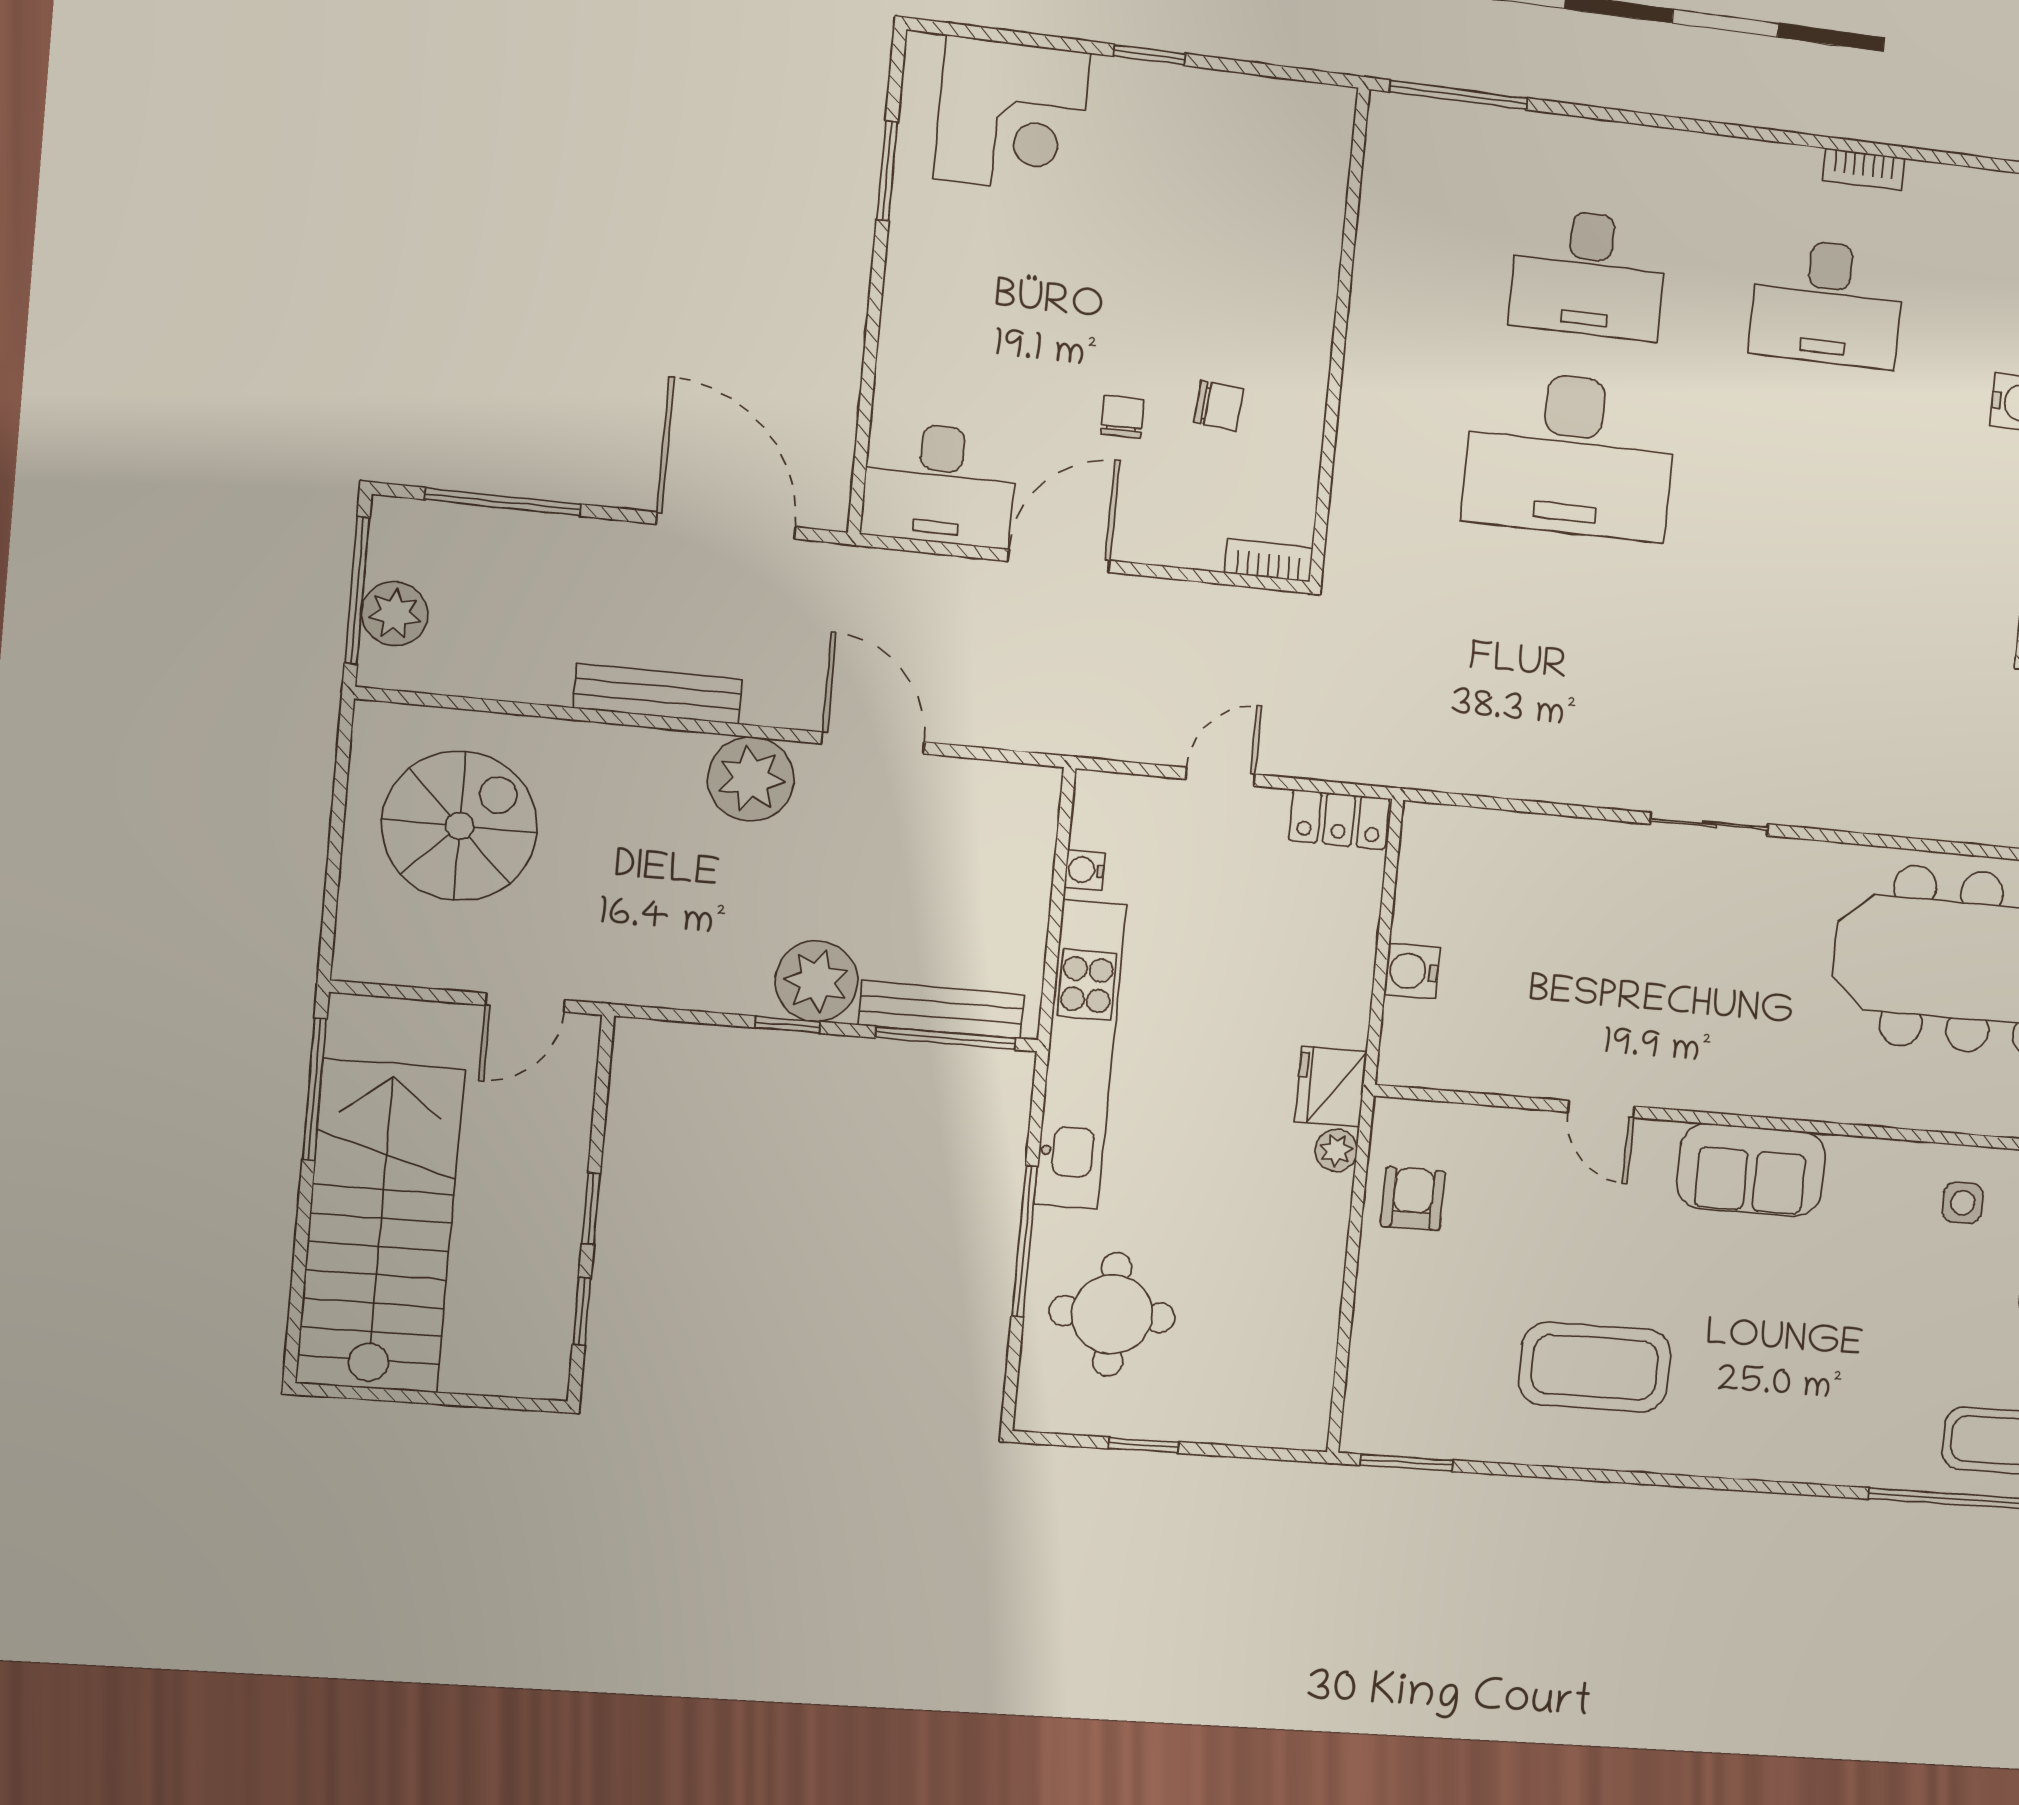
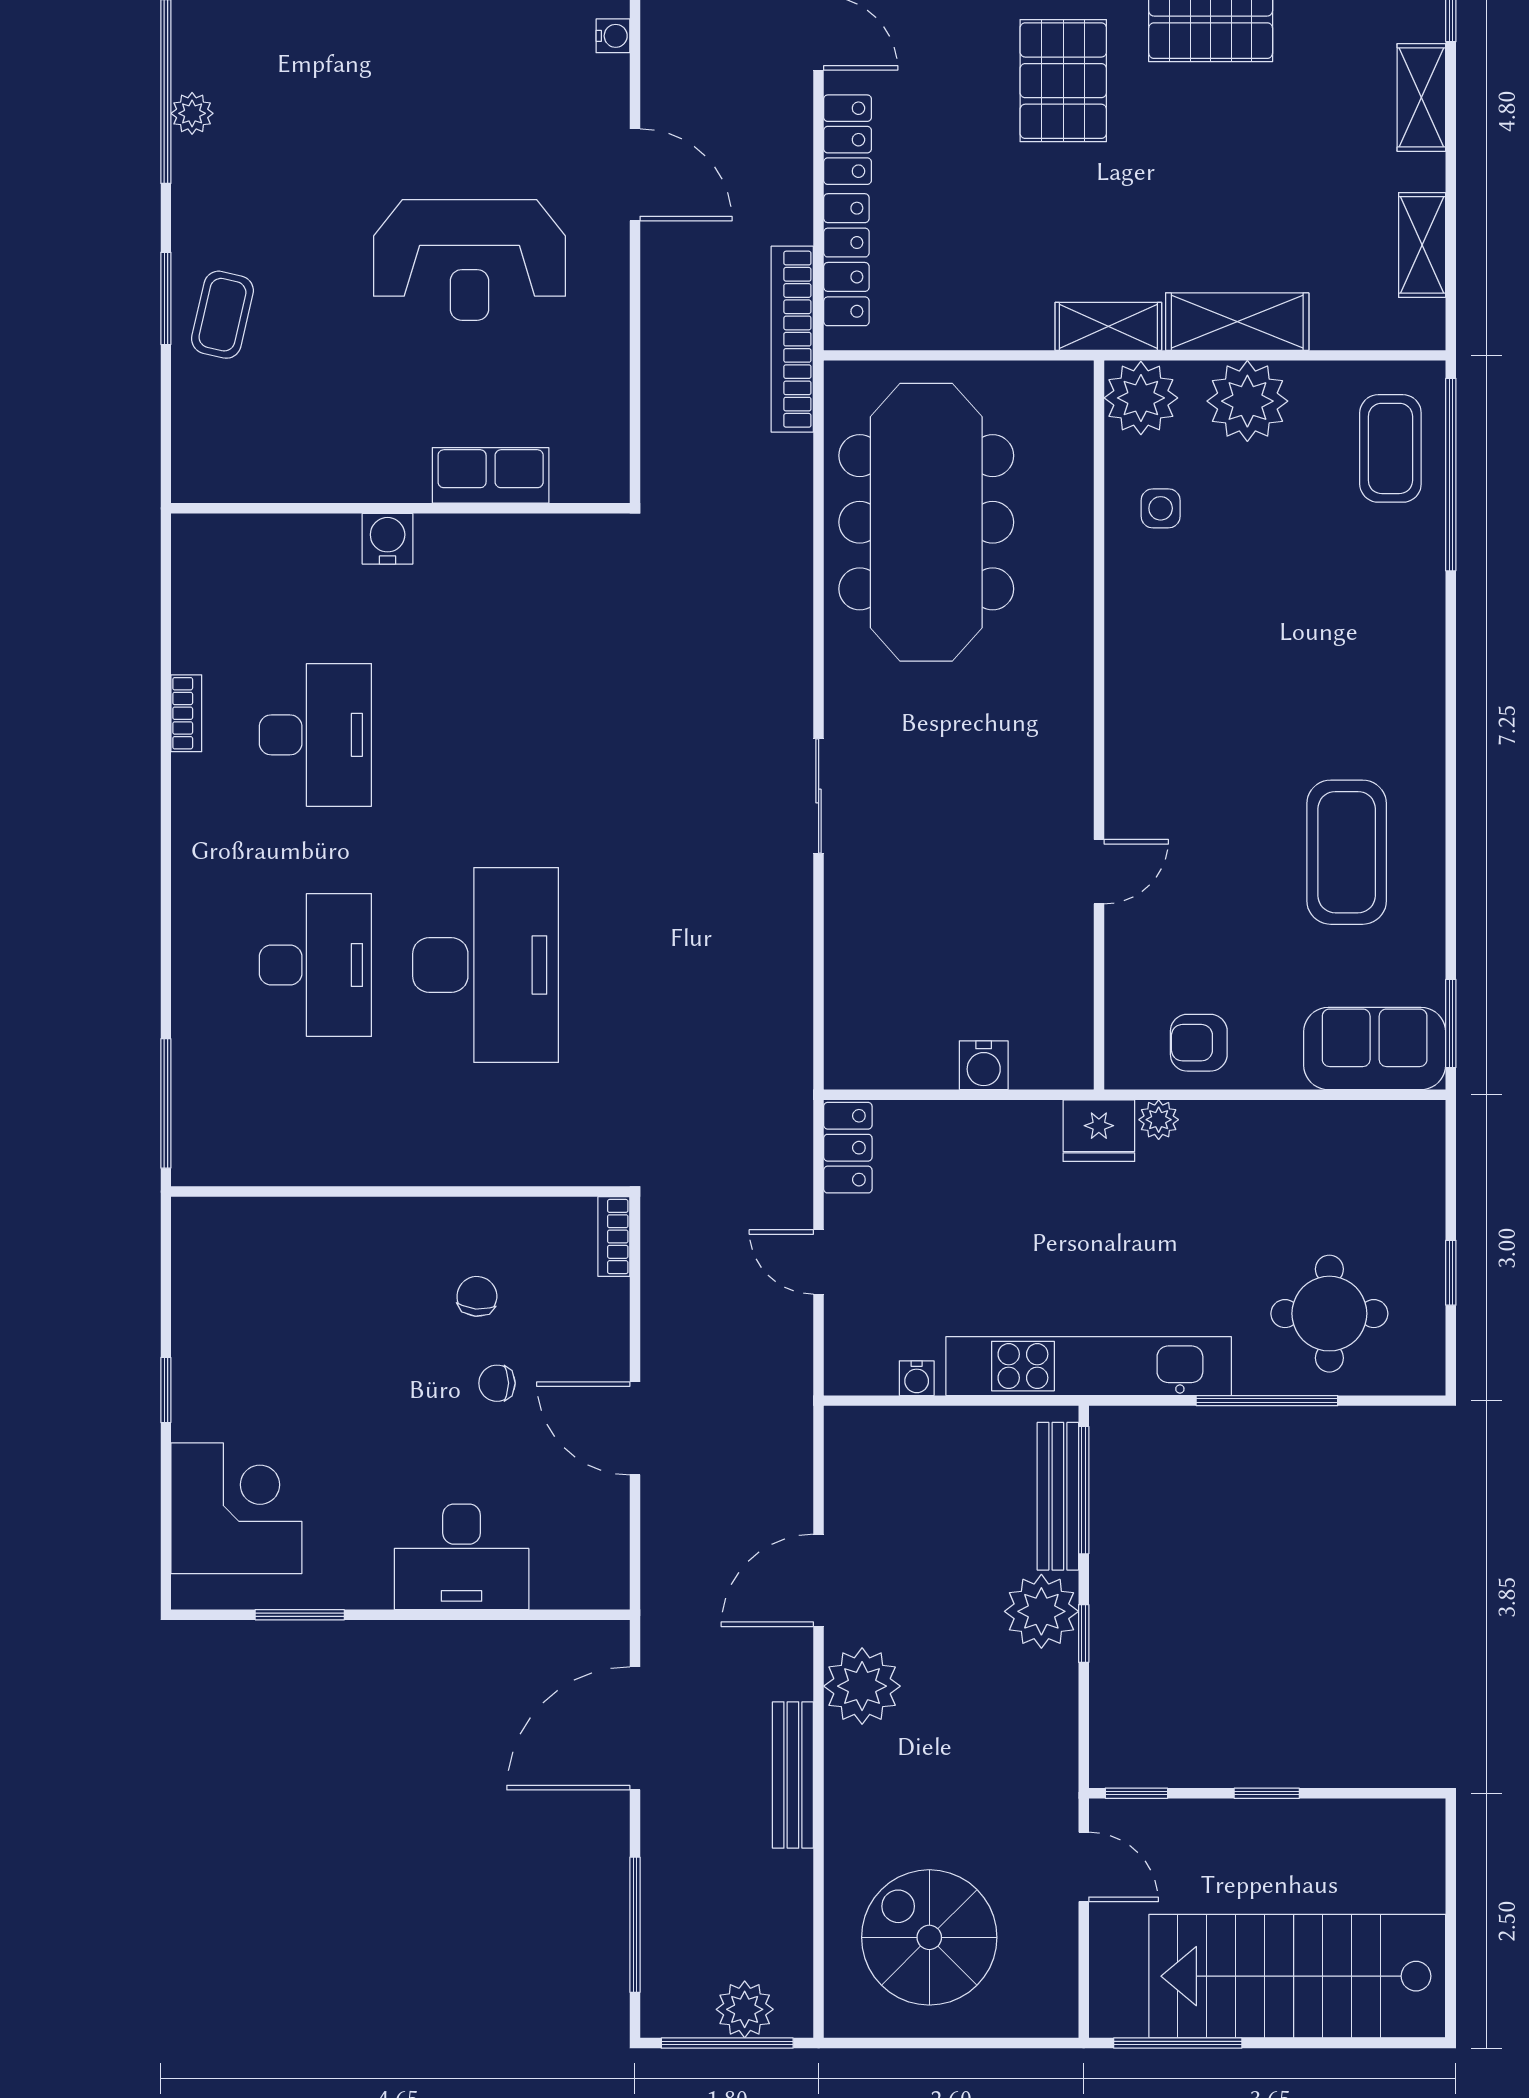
desk: (939, 484) -> (462, 1557), moved, turned 90
sofa: (1751, 1170) -> (1375, 1049), moved, turned -90
window: (582, 1311) -> (1136, 1793), moved

